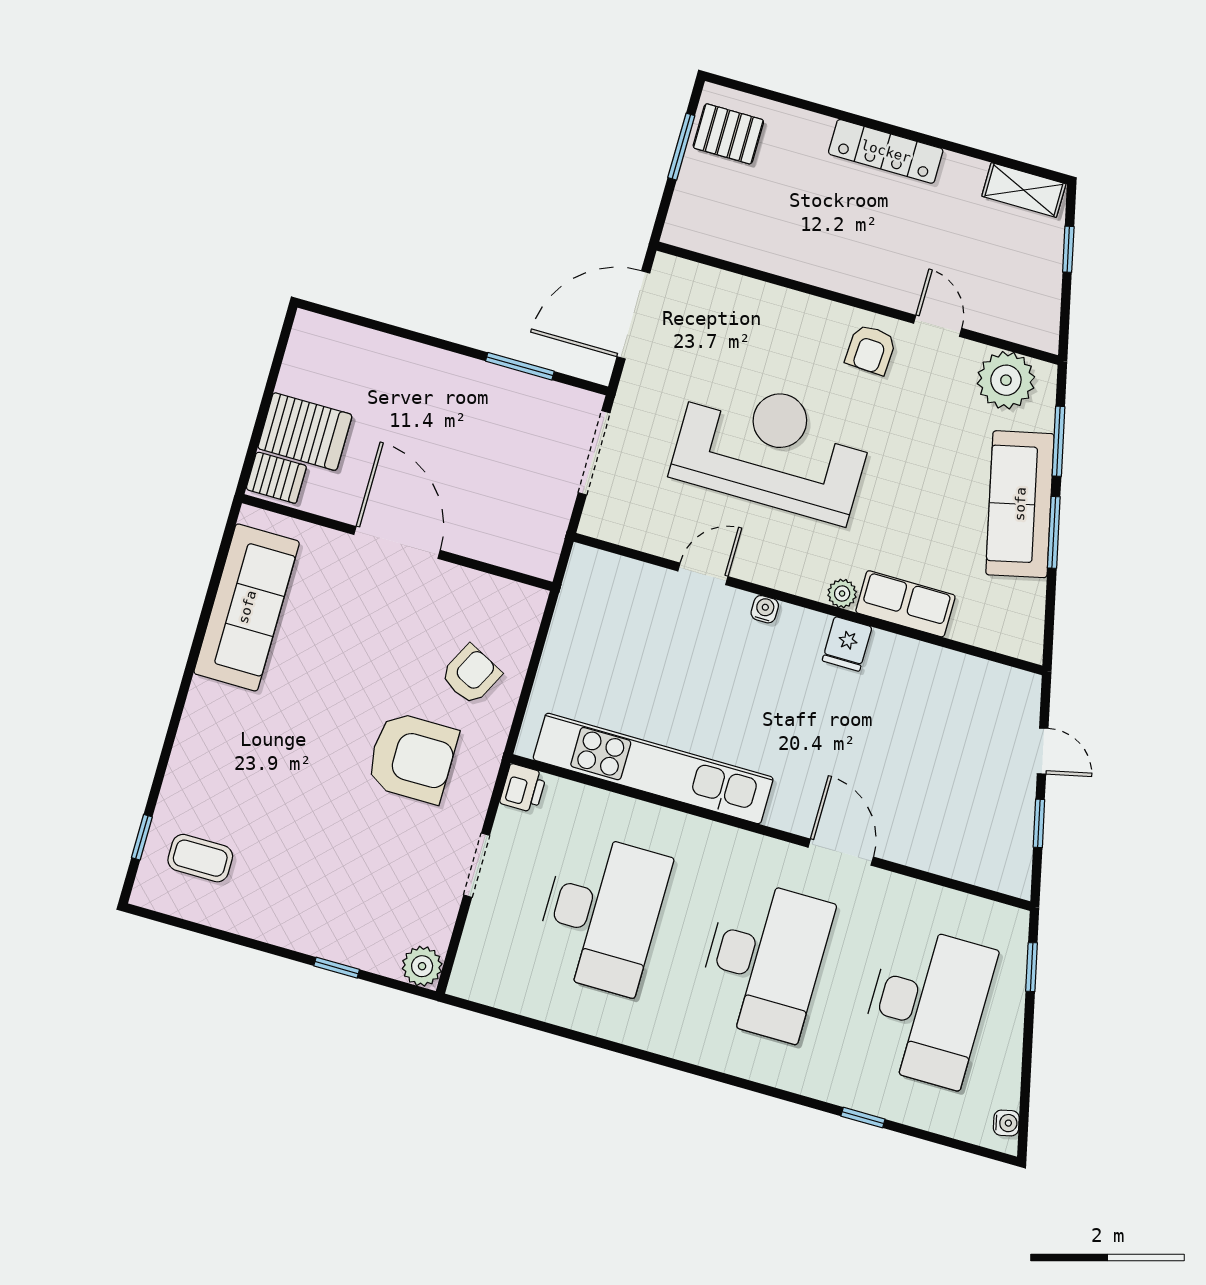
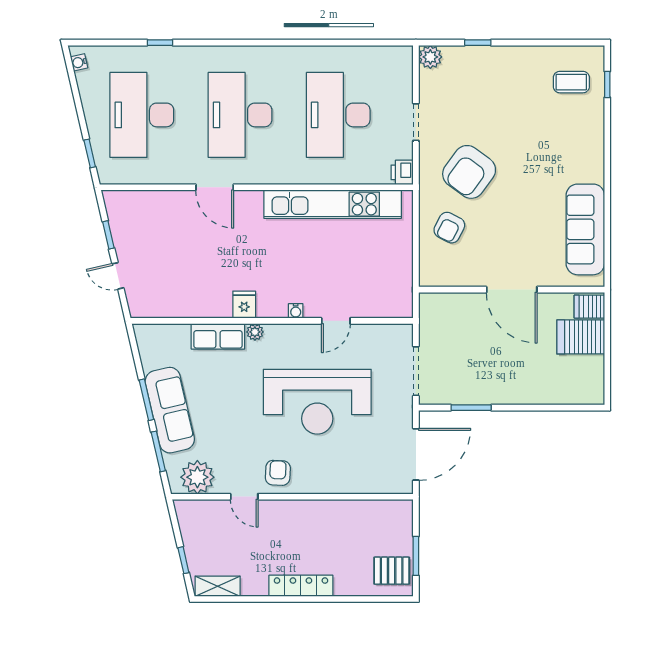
armchair: (412, 758) -> (469, 172), turned -54

